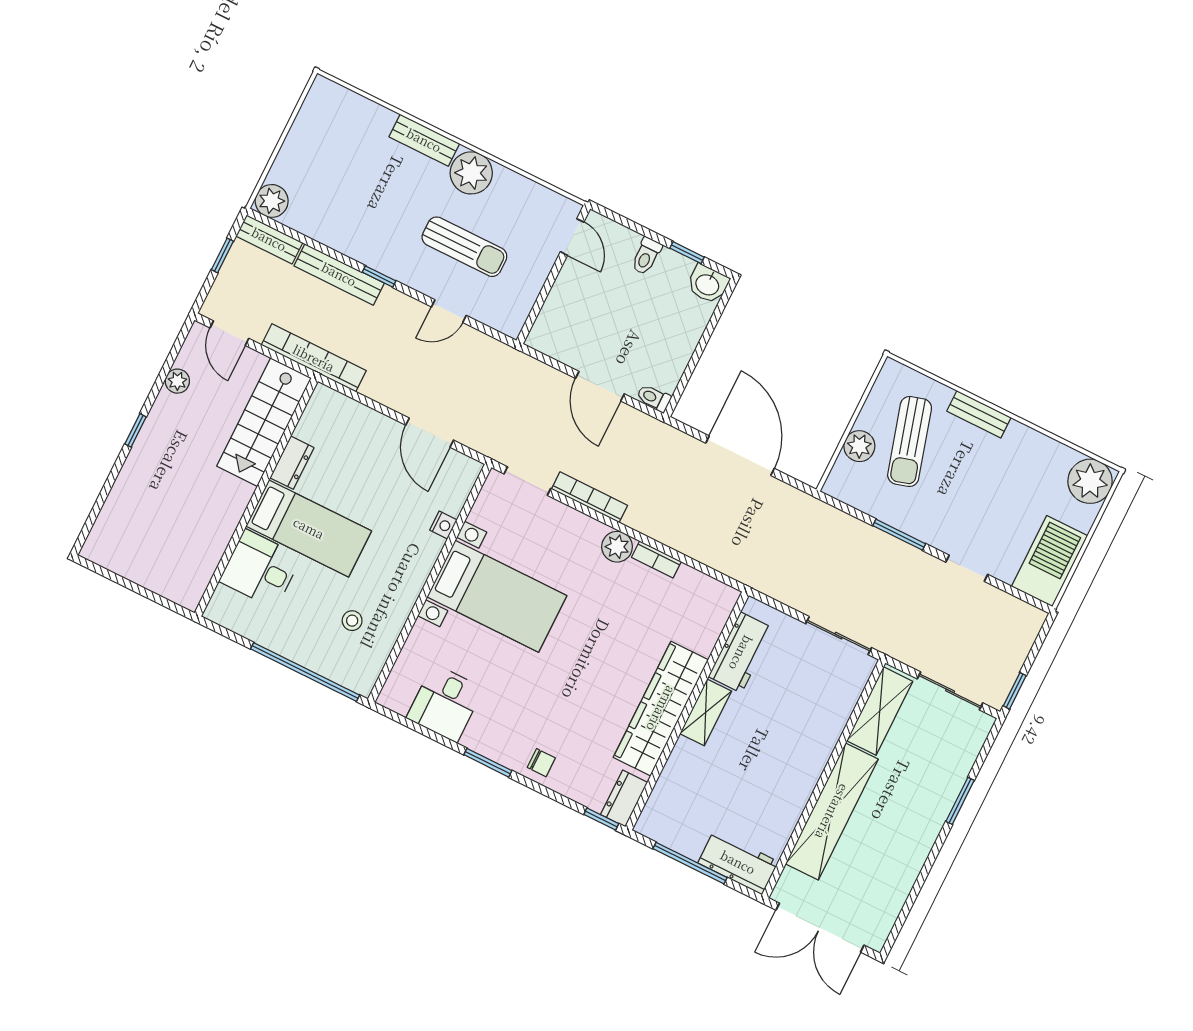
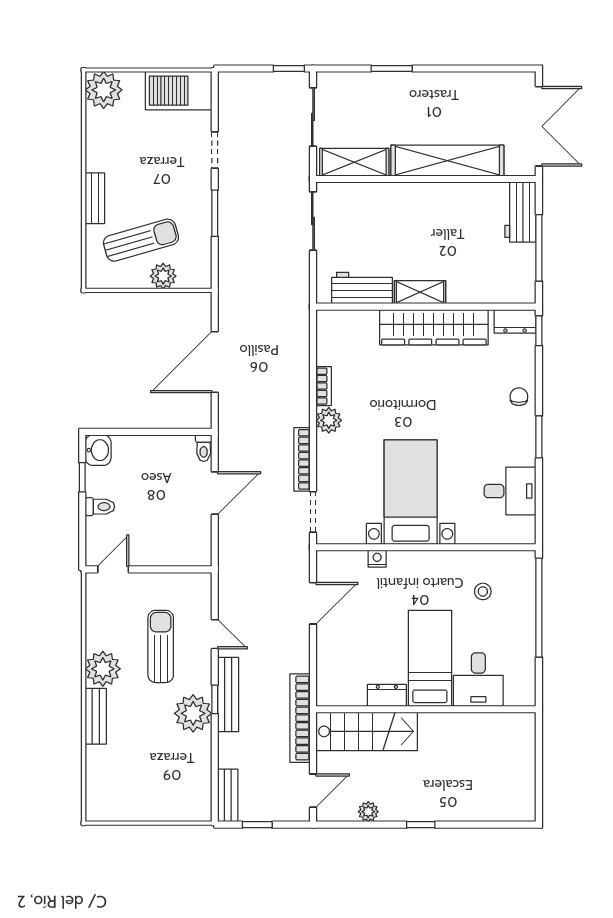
plant: (272, 201) -> (193, 713), moved, width x1.36, depth x1.36
bench: (339, 274) -> (228, 695), moved

